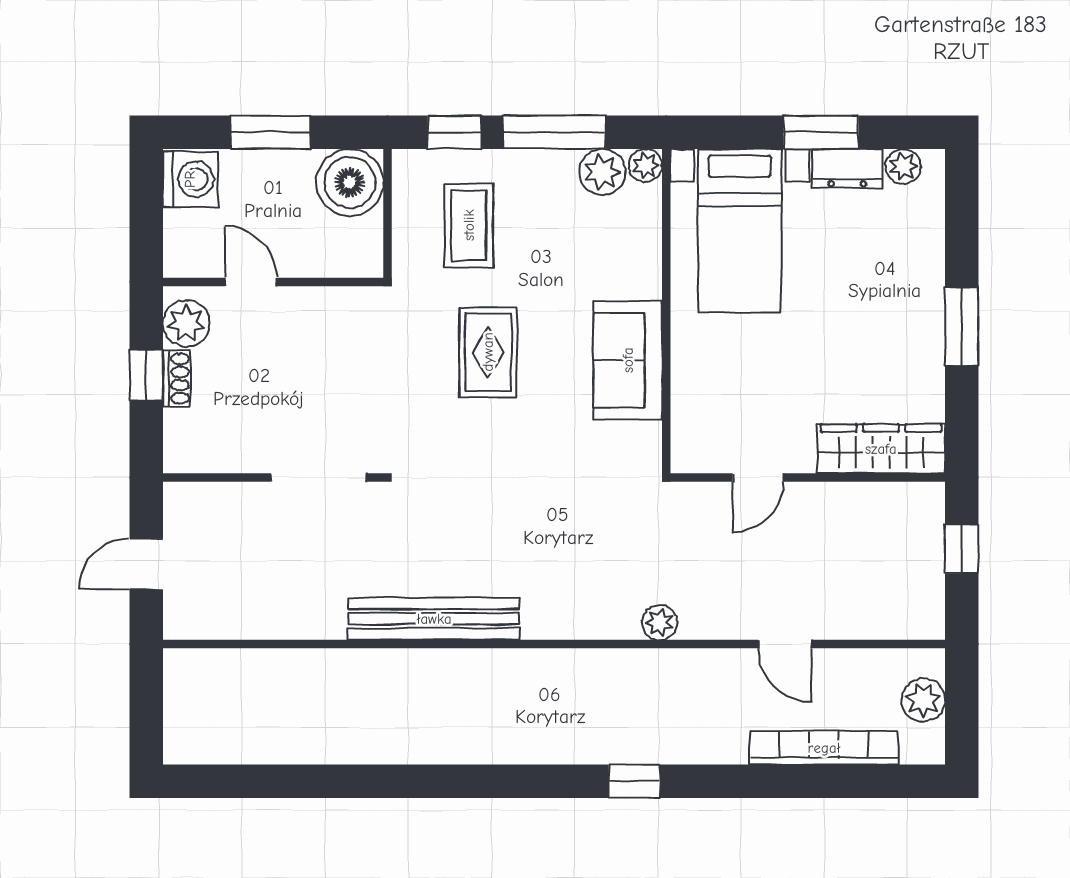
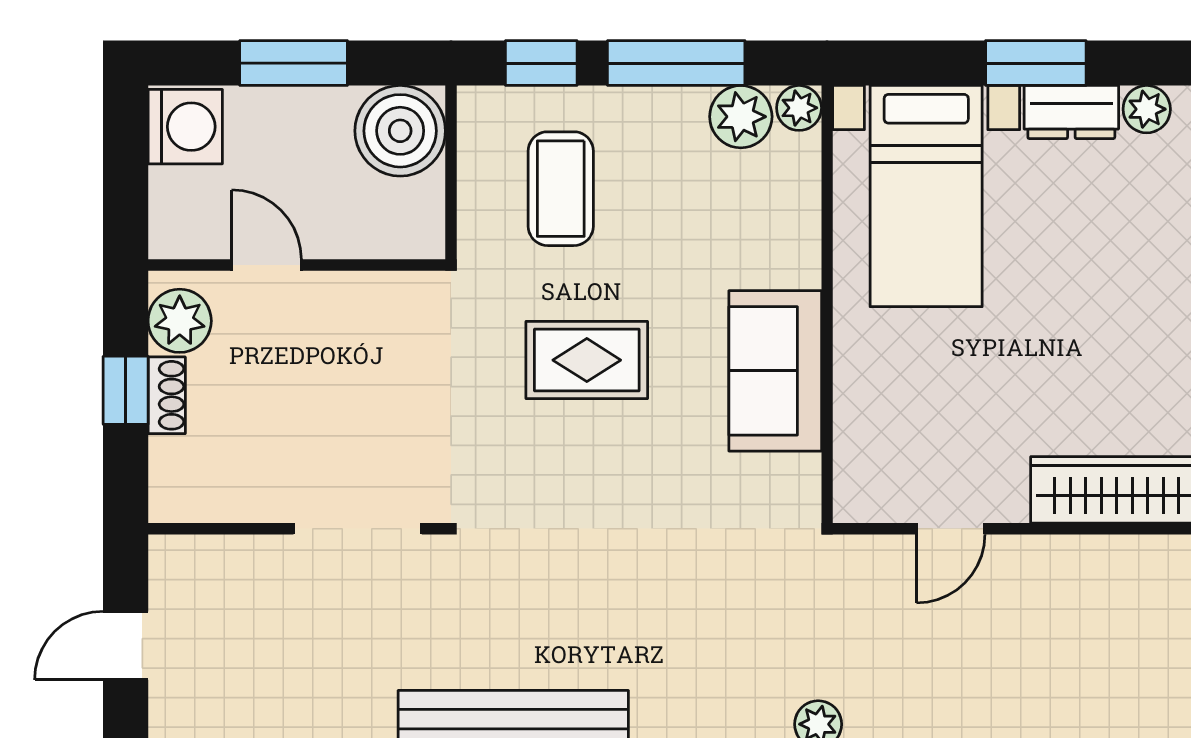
rug: (488, 352) -> (587, 360), turned 90

